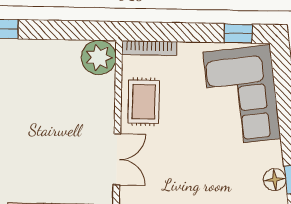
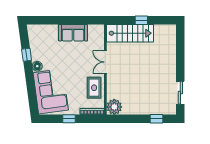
window: (238, 33) -> (69, 119), moved
floor lamp: (275, 180) -> (37, 66), moved

